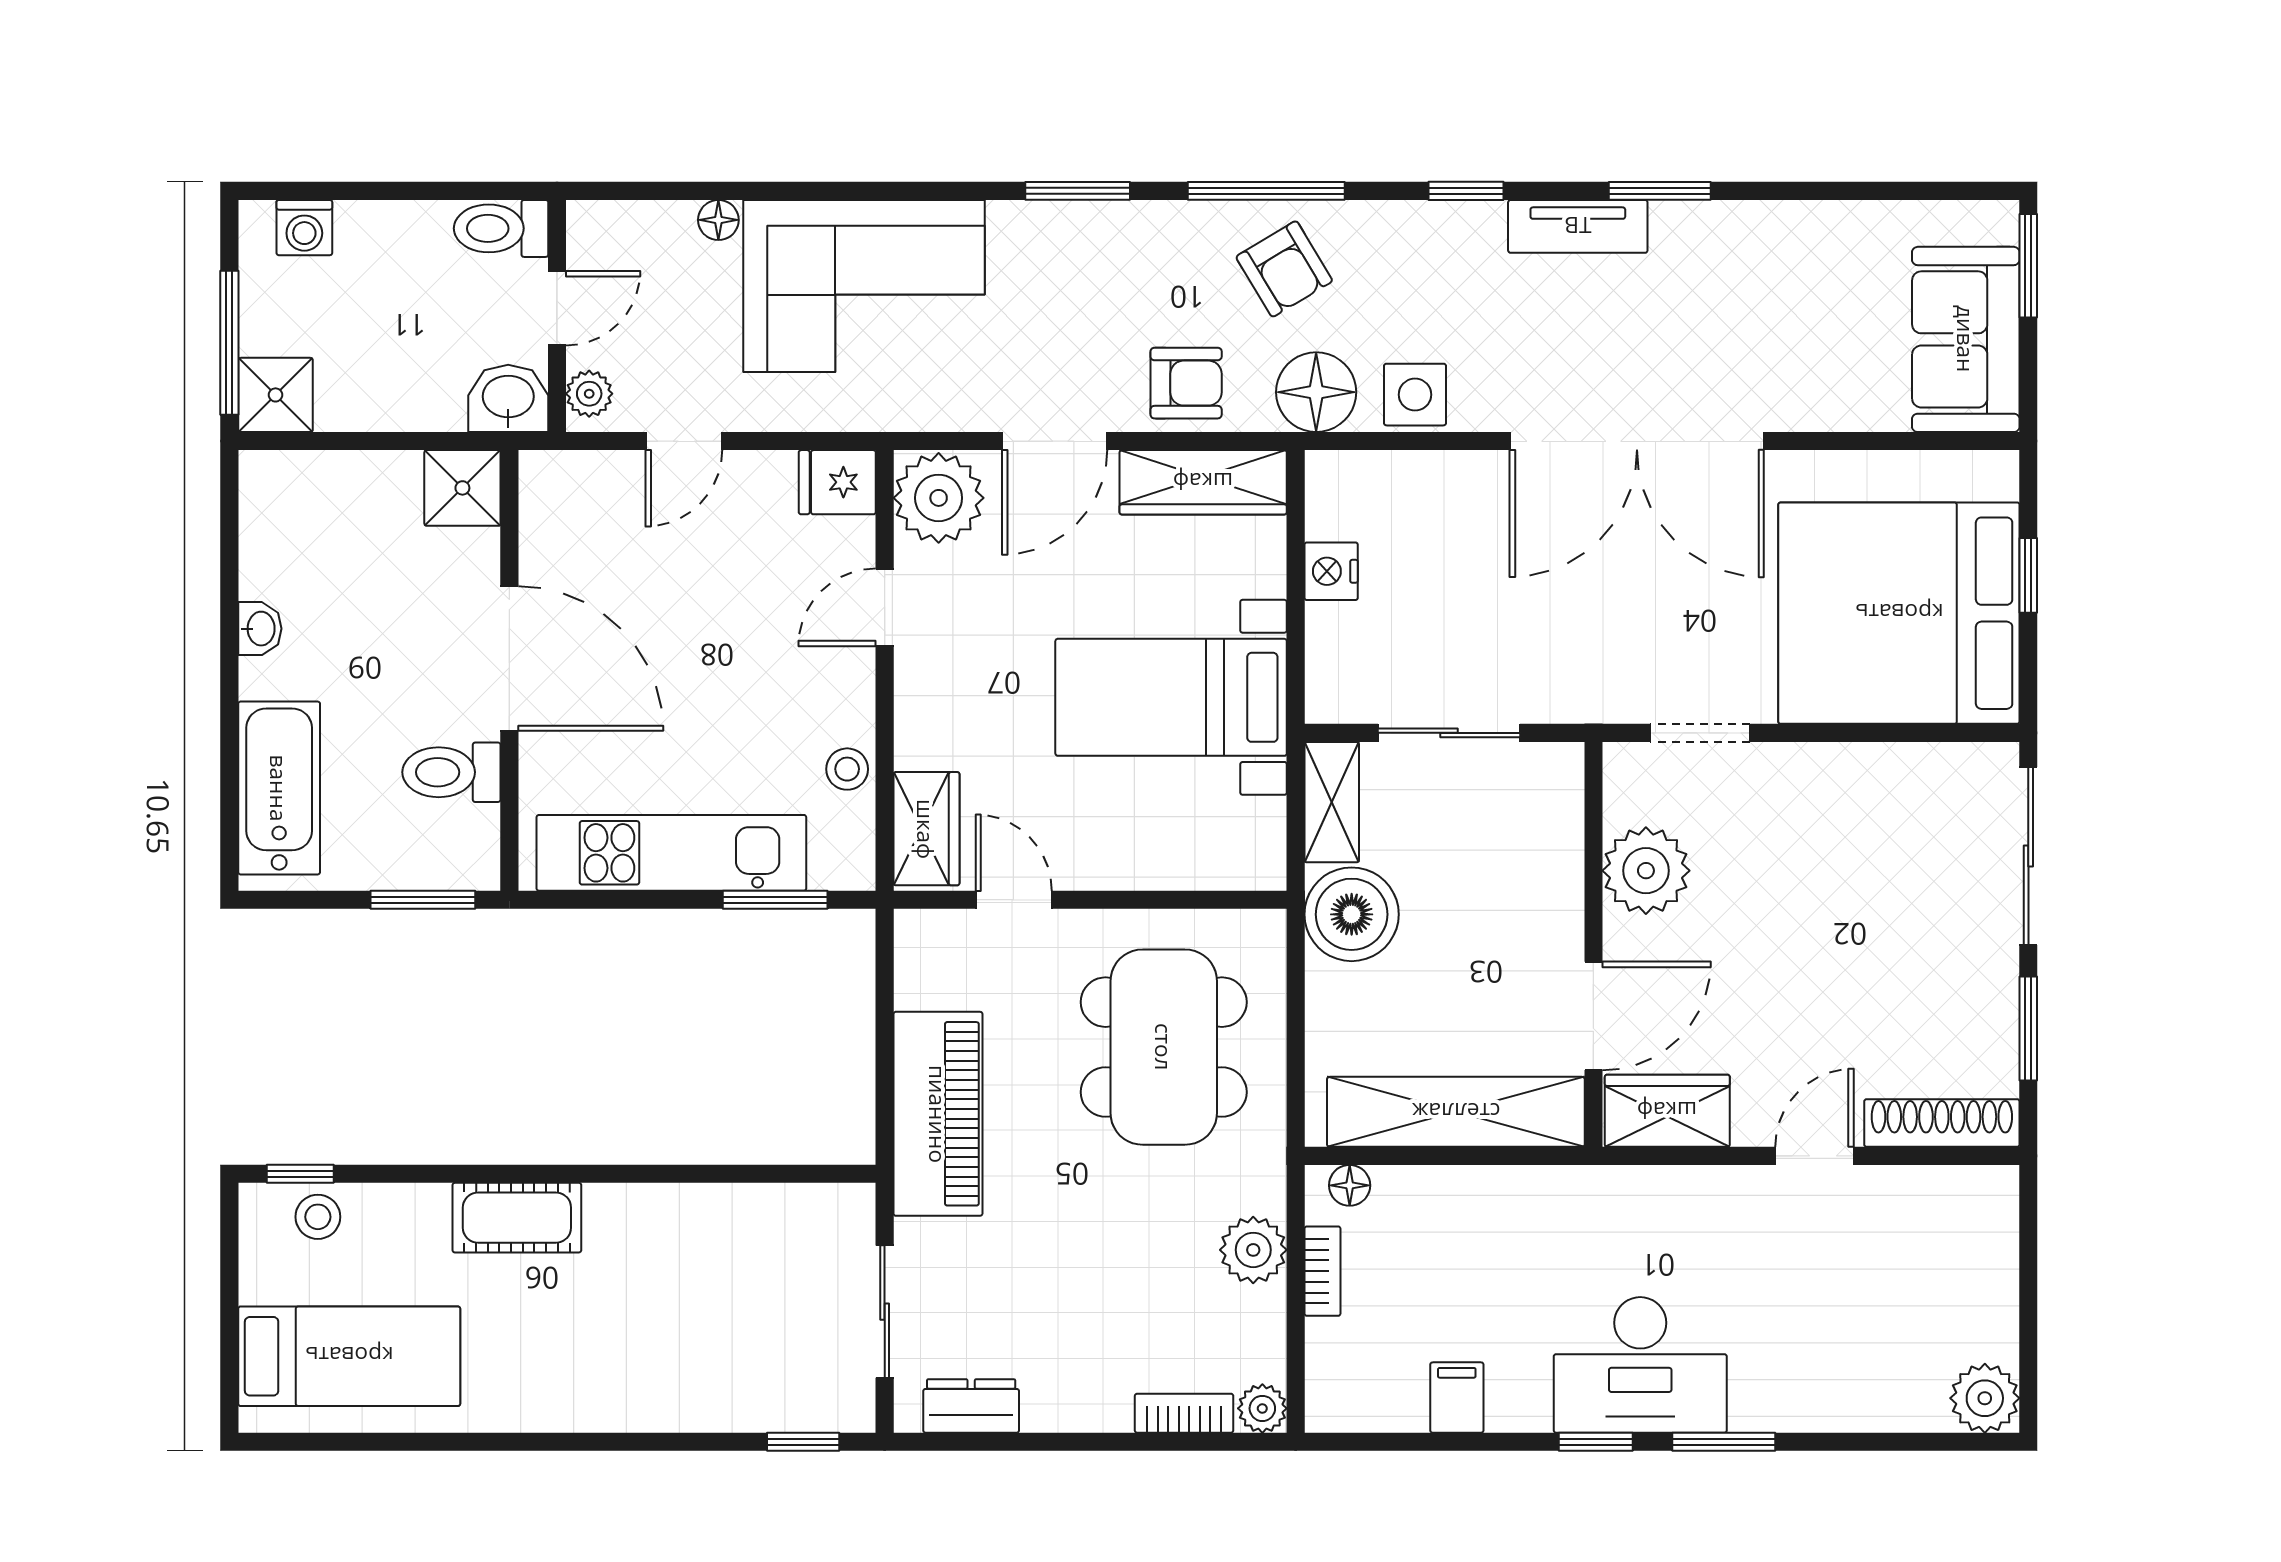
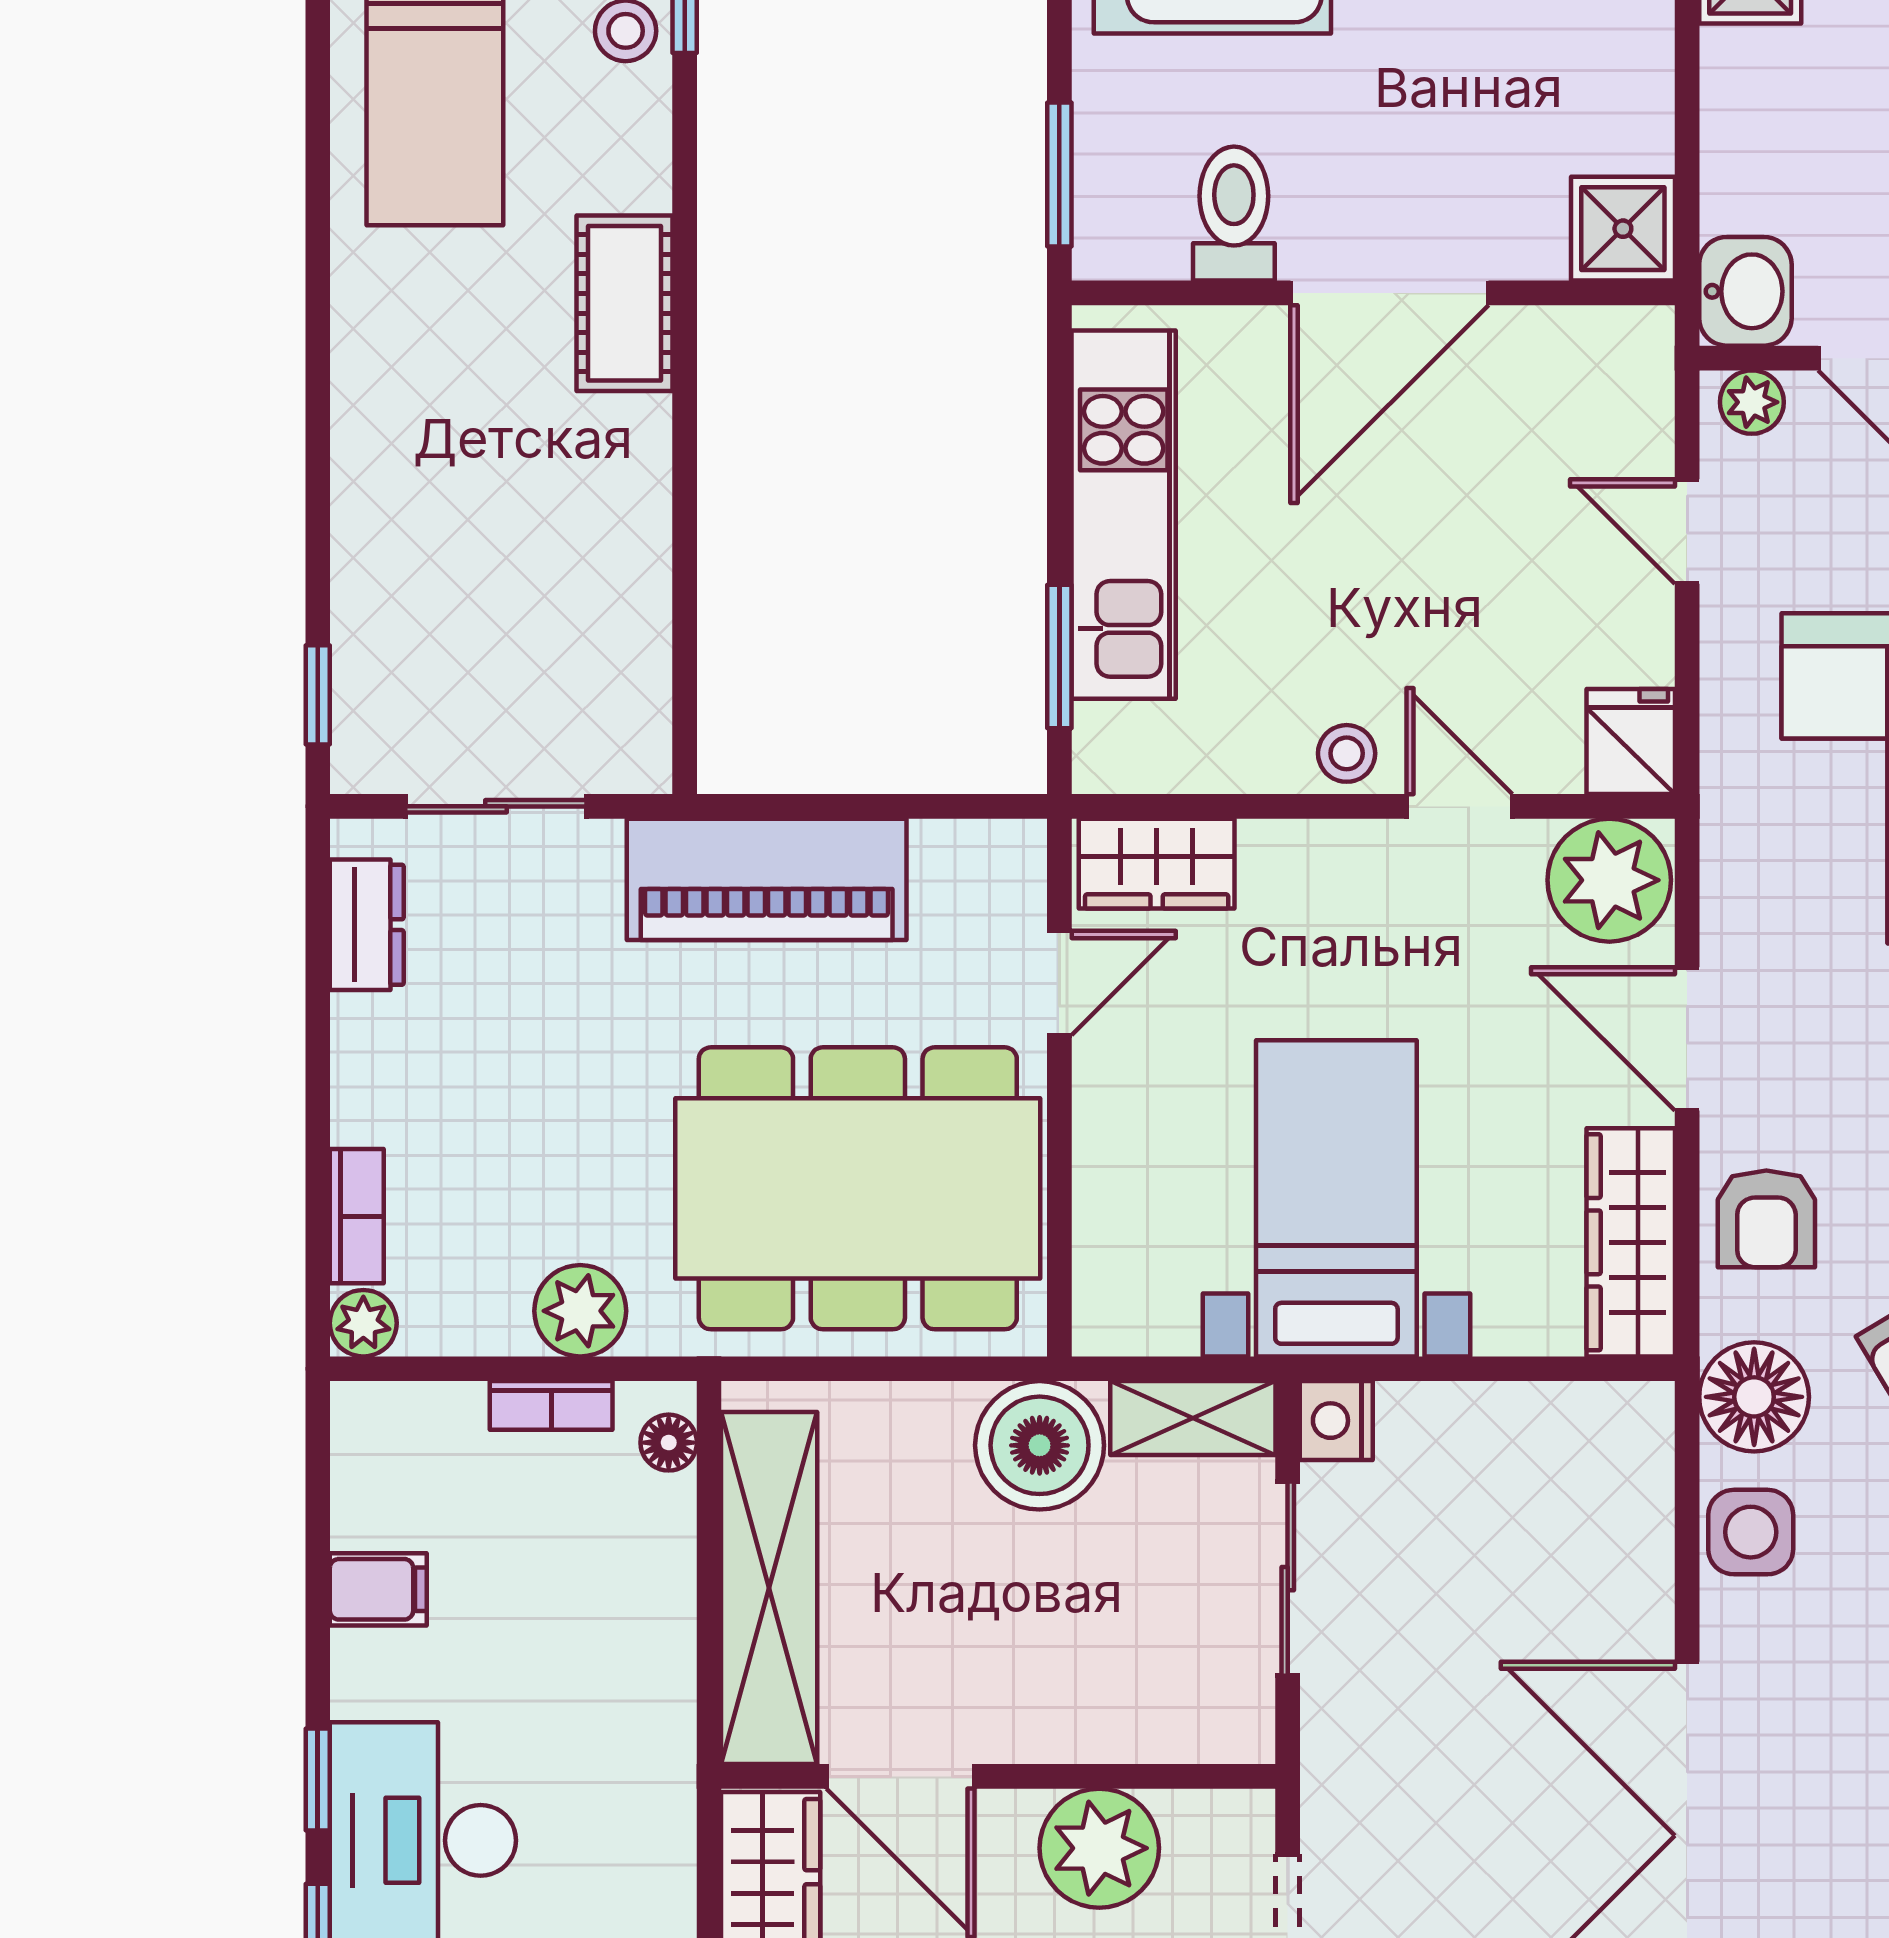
nightstand: (1331, 571) -> (1336, 1421), moved, turned -90
stool: (847, 769) -> (1347, 753), moved
dining table: (1164, 1047) -> (858, 1188), width x1.36, depth x1.24

